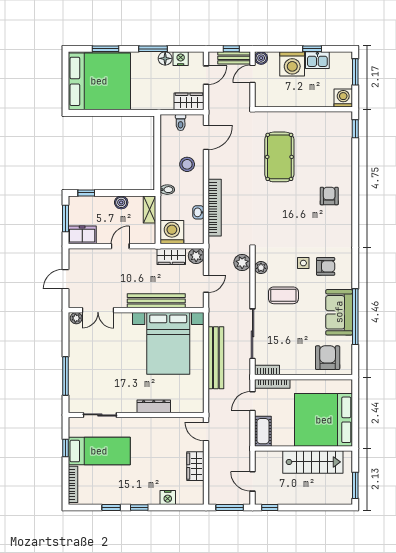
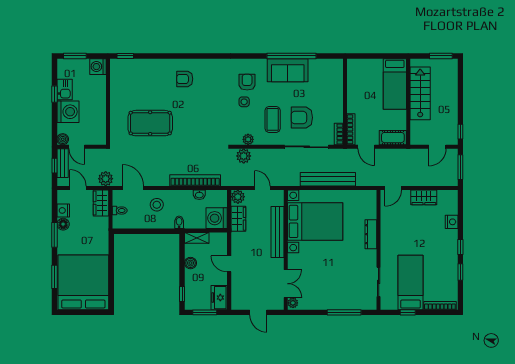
plant: (216, 107) -> (106, 179), added
armchair: (328, 358) -> (302, 118), moved
bed: (324, 420) -> (395, 84), width x0.49

